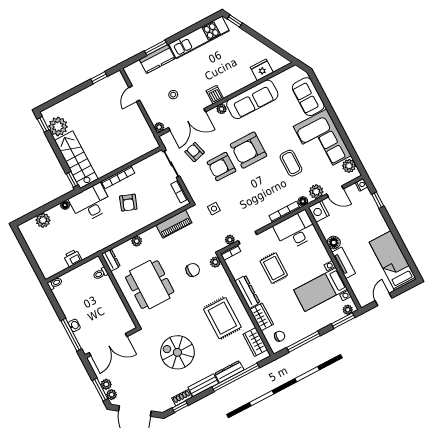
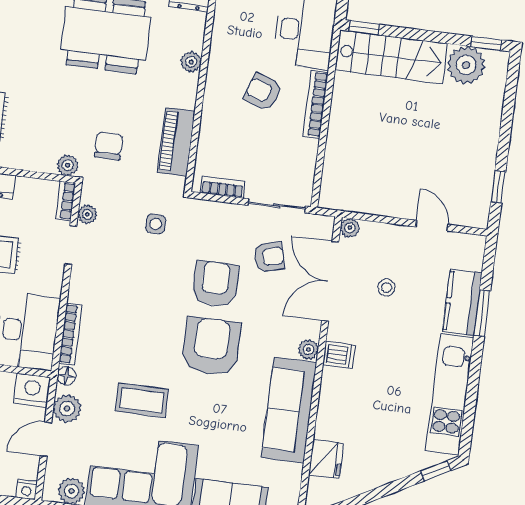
chair: (193, 270) -> (109, 146), moved, turned 180

